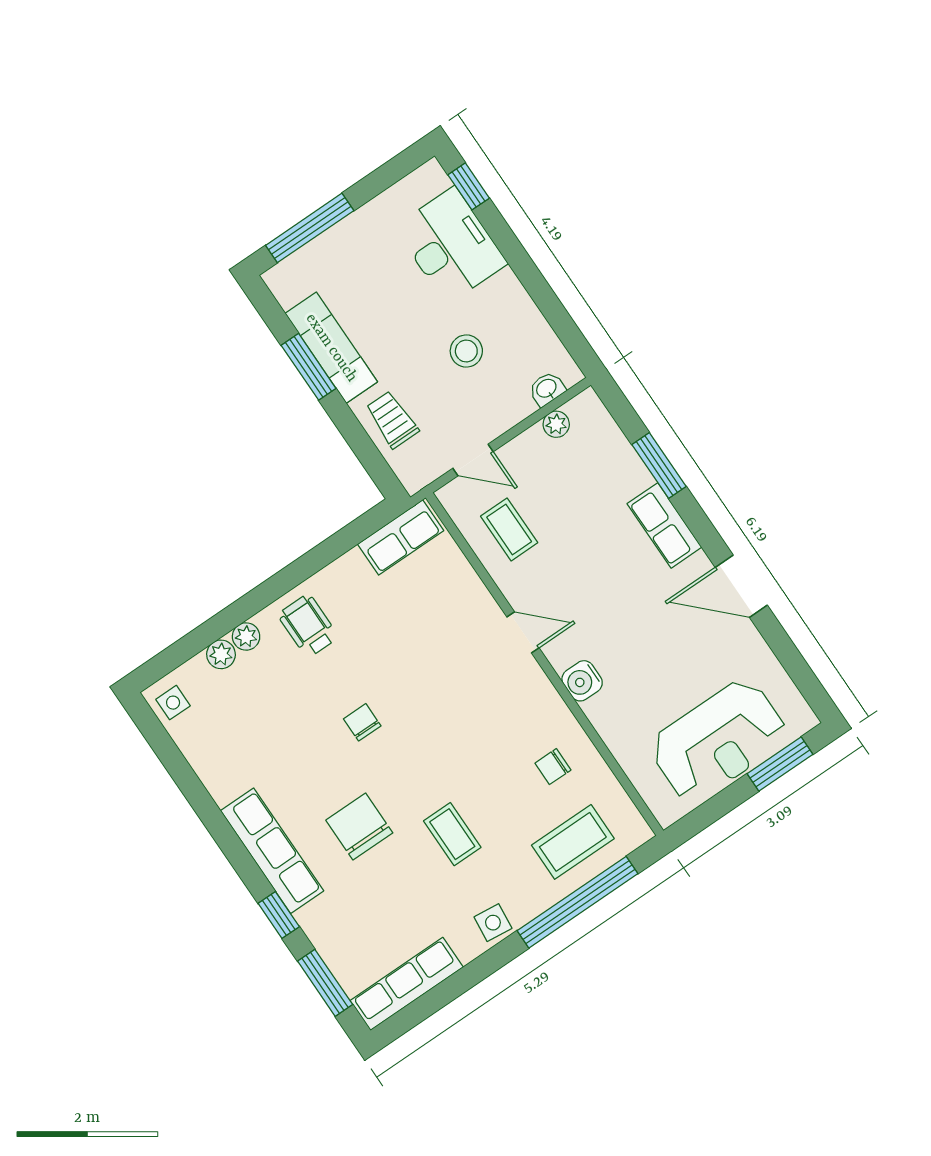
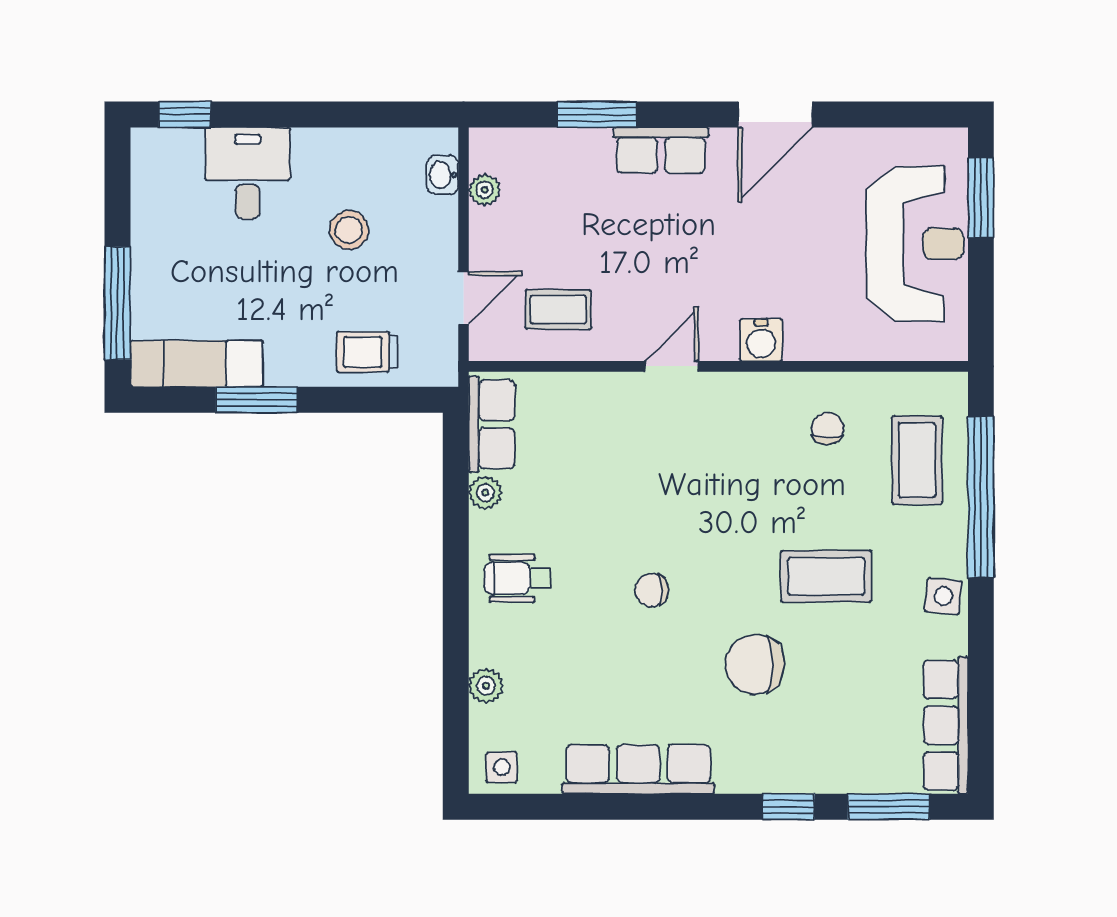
desk: (451, 245) -> (248, 173), width x0.73
exam couch: (331, 348) -> (197, 364), moved
plant: (246, 636) -> (485, 493), moved
chair: (553, 767) -> (827, 428), turned 180
coffee table: (452, 834) -> (826, 576), width x1.36, depth x1.30
row of seats: (272, 851) -> (638, 769), moved

